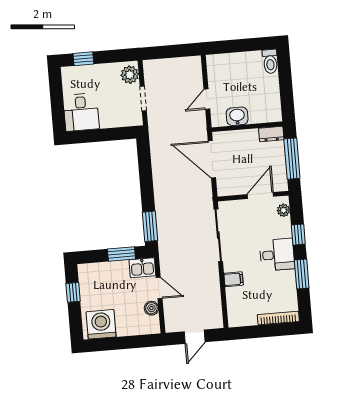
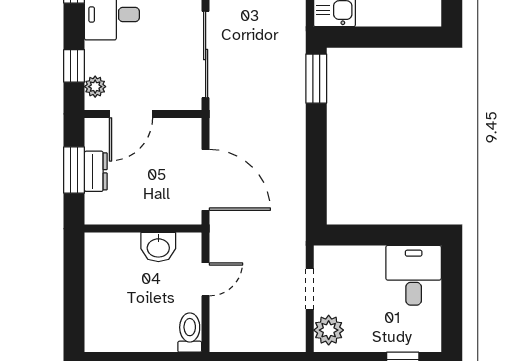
toilet: (270, 61) -> (190, 333), moved
dresser: (271, 134) -> (96, 171), moved, turned 90
window: (292, 159) -> (74, 170), width x0.69
window: (298, 235) -> (74, 66), moved
window: (121, 254) -> (367, 37), removed

